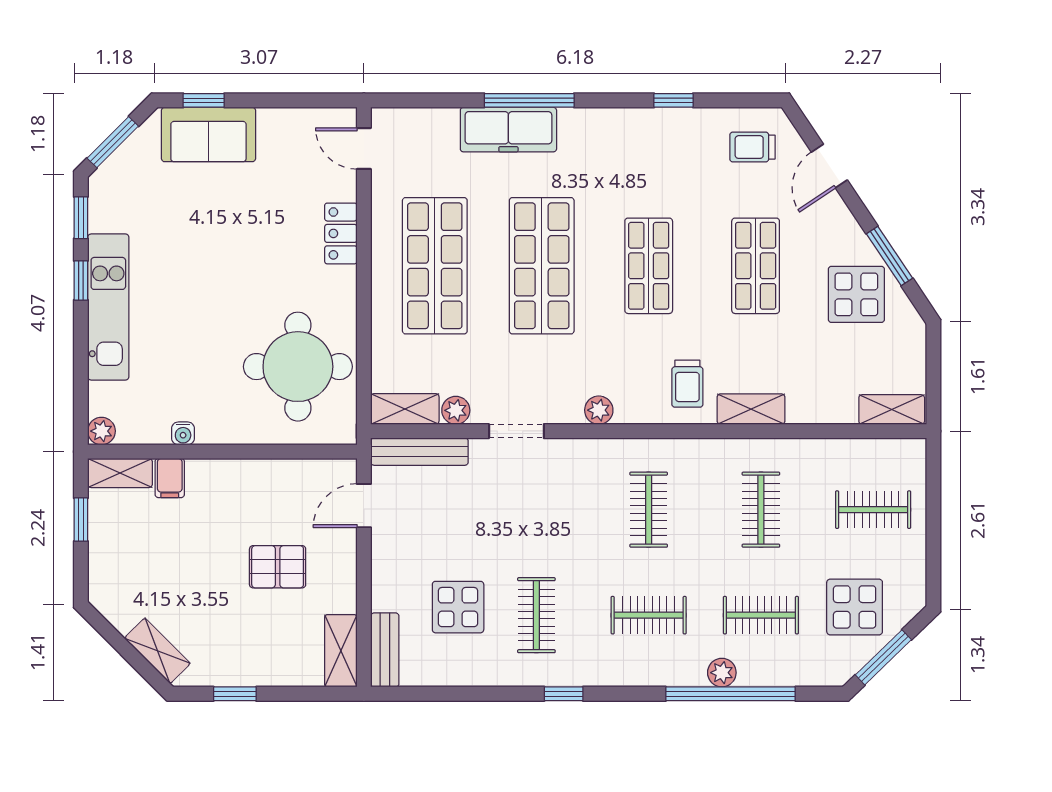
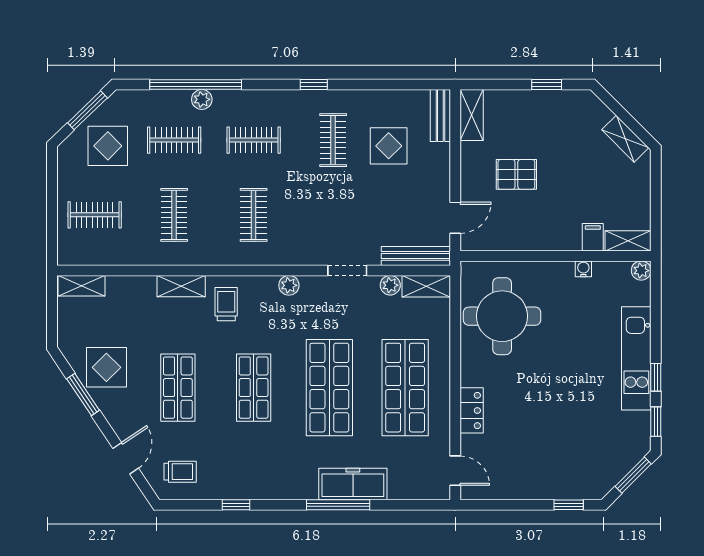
sofa: (208, 134) -> (565, 481), removed
window: (81, 520) -> (656, 208), removed
shelving: (157, 651) -> (625, 139), moved

